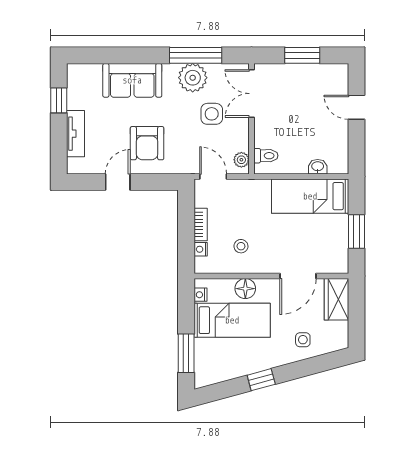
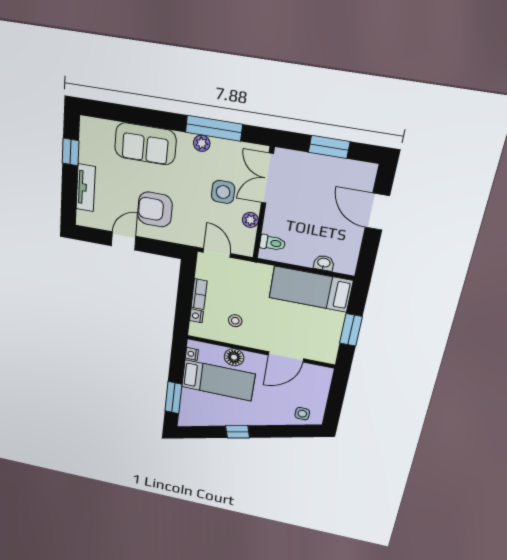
plant: (193, 78) -> (202, 143), width x0.53, depth x0.53
door: (357, 107) -> (377, 212), width x1.38
armchair: (147, 143) -> (155, 209), turned 90
plant: (241, 160) -> (250, 220), moved
wardrobe: (336, 299) -> (319, 383), removed
side table: (303, 340) -> (302, 414), moved

